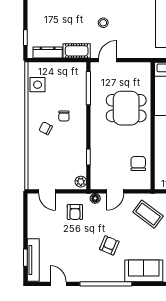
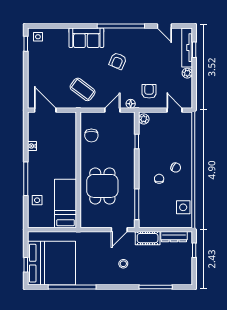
dining table: (126, 108) -> (102, 186), turned 90
plant: (33, 232) -> (187, 73), added

